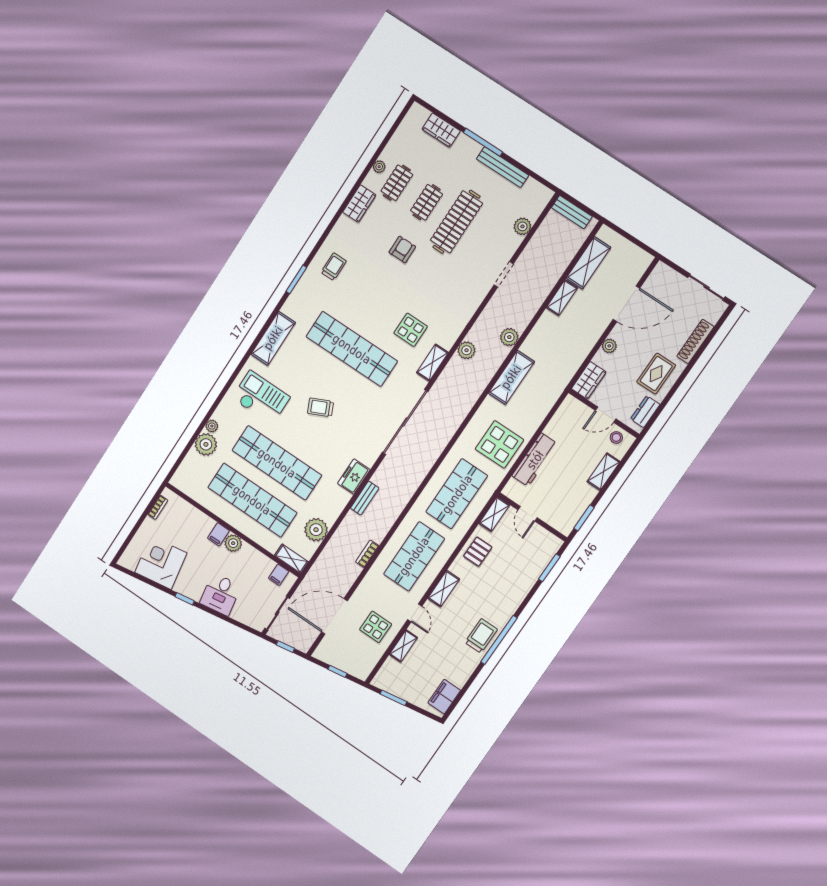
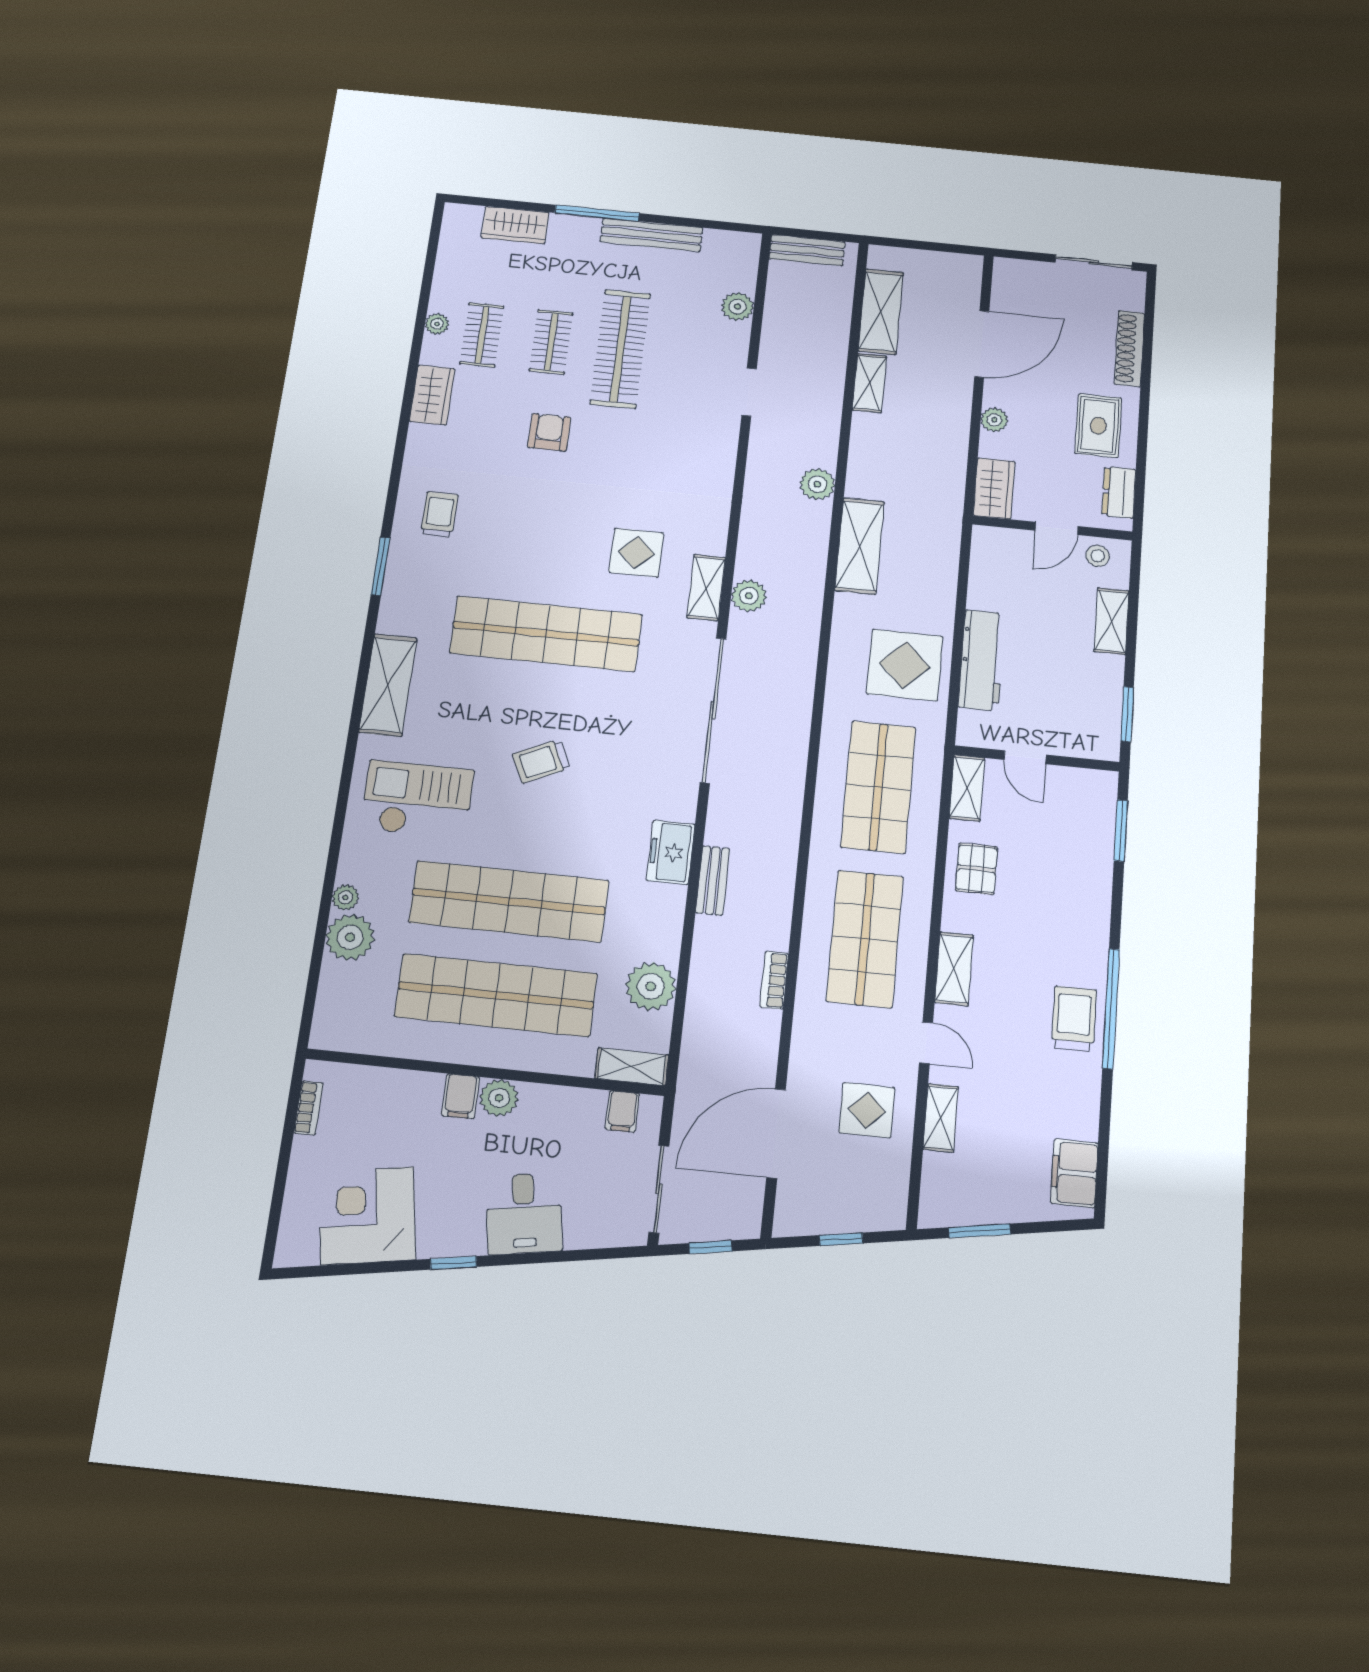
plant: (467, 350) -> (749, 596), moved

